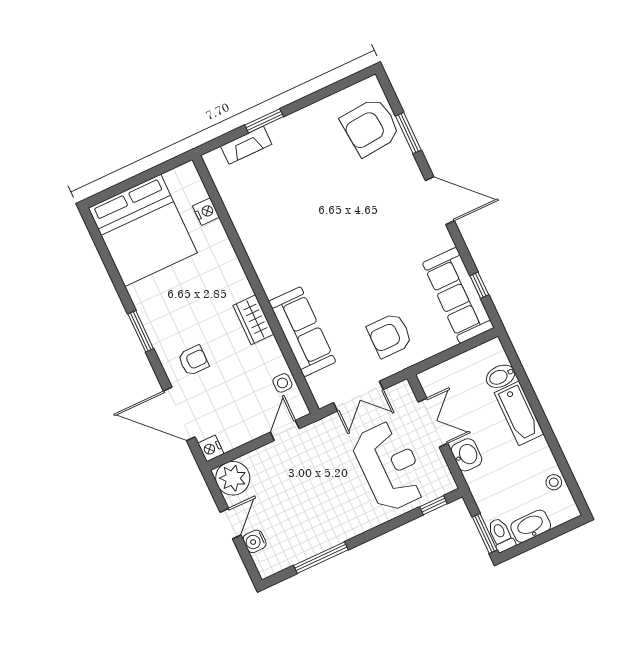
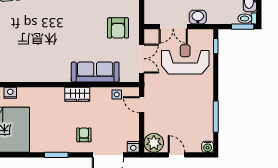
double door: (433, 423) -> (173, 27), swing flipped
water cooler: (255, 541) -> (208, 147), moved

